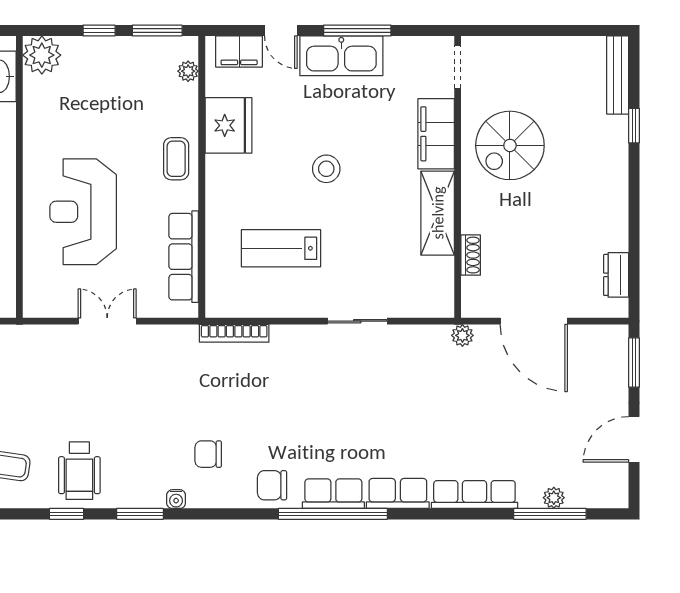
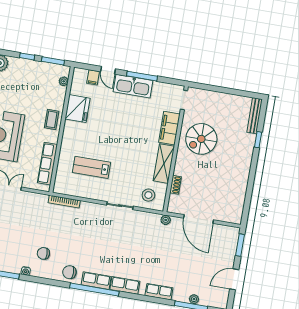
filing cabinet: (239, 51) -> (93, 77), width x0.50
stool: (326, 169) -> (148, 195), moved
dresser: (616, 275) -> (239, 205), removed
row of seats: (474, 495) -> (159, 292), width x0.68

